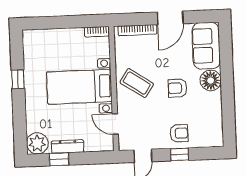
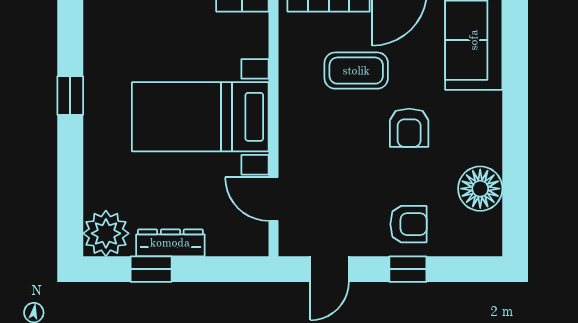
floor lamp: (211, 80) -> (480, 189), moved
coffee table: (137, 83) -> (356, 71), moved, turned -34
armchair: (178, 88) -> (409, 128), turned -90

